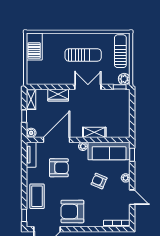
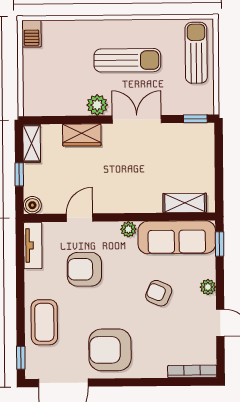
barbecue: (34, 47) -> (32, 34), width x0.53, depth x0.65
plant: (124, 79) -> (97, 105), moved
shelving: (94, 132) -> (185, 203), moved
door: (57, 140) -> (80, 218), width x0.53
armchair: (59, 168) -> (84, 269), turned 180

